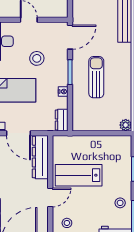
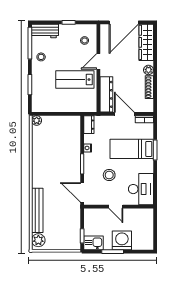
door: (70, 37) -> (82, 192), hinge flipped
sun lounger: (96, 77) -> (61, 160), removed
lab bench: (79, 175) -> (75, 80), turned 180

